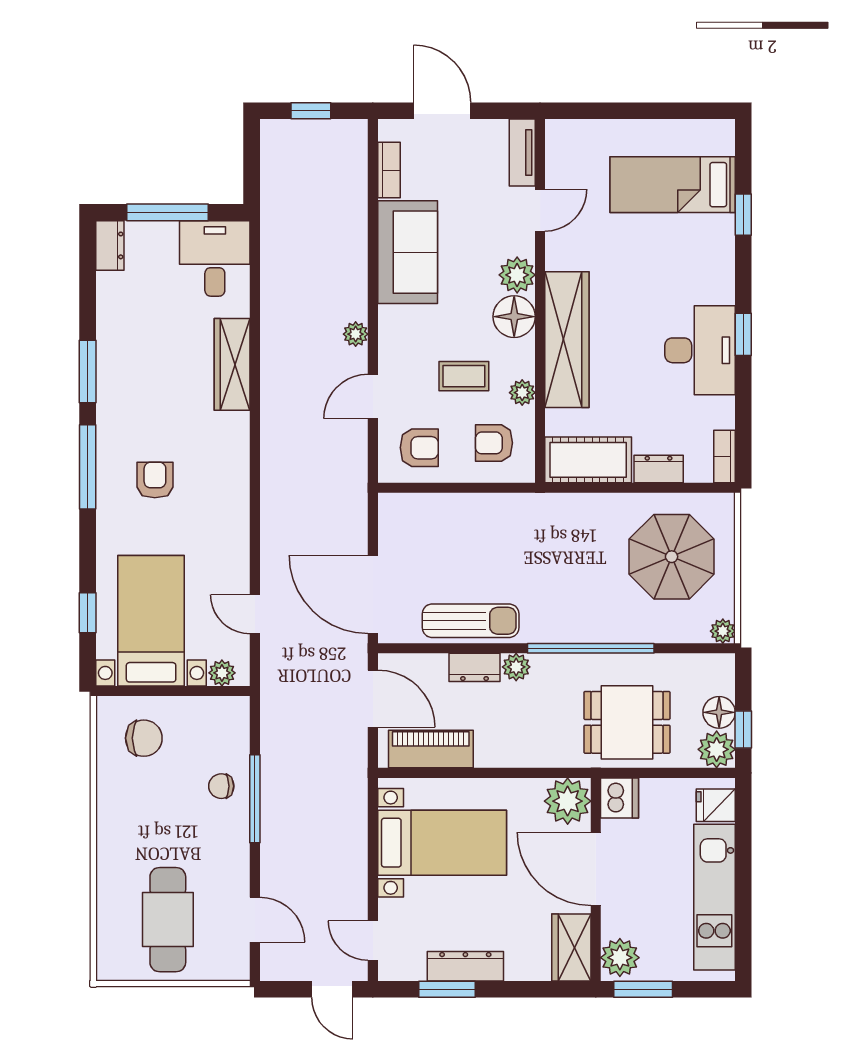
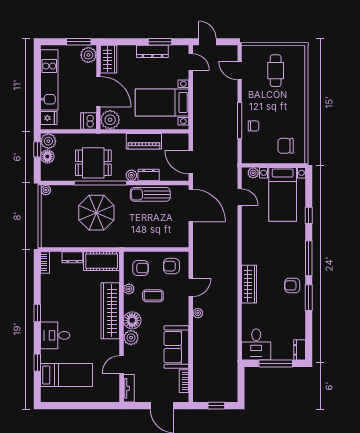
desk: (700, 350) -> (55, 335), moved, width x0.73
wardrobe: (232, 364) -> (249, 284), moved
armchair: (155, 480) -> (292, 285), moved, turned 90
parasol: (672, 557) -> (96, 213), moved
window: (88, 613) -> (309, 215), moved
dining table: (627, 722) -> (93, 163), moved
piano: (431, 749) -> (144, 141), moved
cafe table: (168, 920) -> (276, 71), width x0.73, depth x0.74

